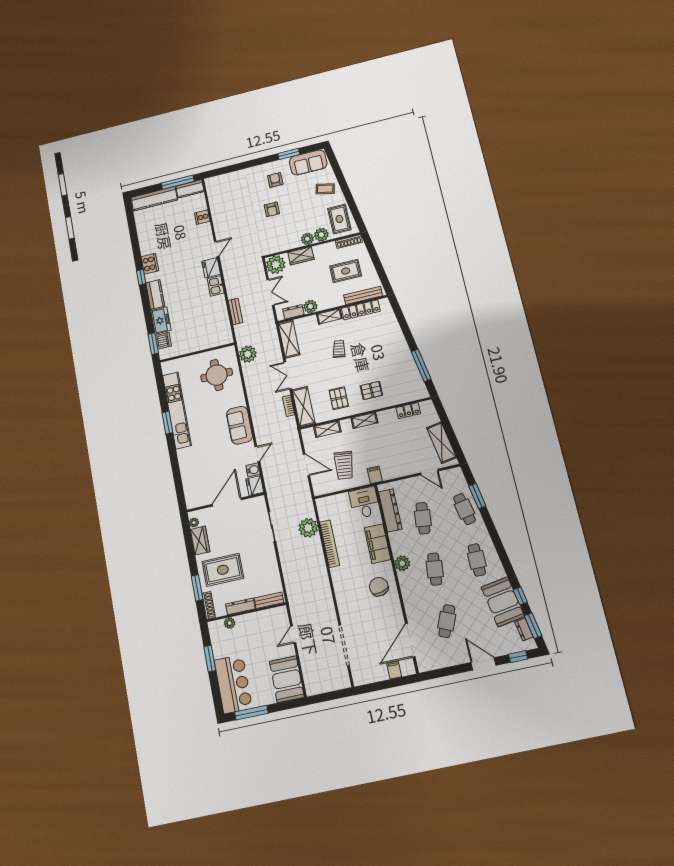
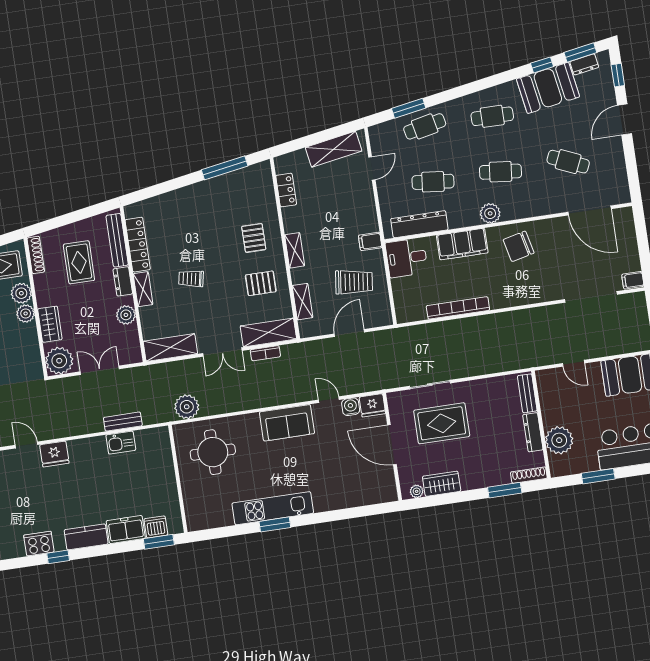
kitchen sink: (216, 286) -> (121, 443), moved
dresser: (293, 312) -> (123, 281), moved
kitchen unit: (177, 410) -> (273, 508), width x0.73
plant: (308, 528) -> (435, 335), removed
rug: (223, 570) -> (442, 423), moved, turned 90
plant: (230, 623) -> (559, 440), width x1.87, depth x1.87
filing cabinet: (394, 670) -> (633, 280), moved

